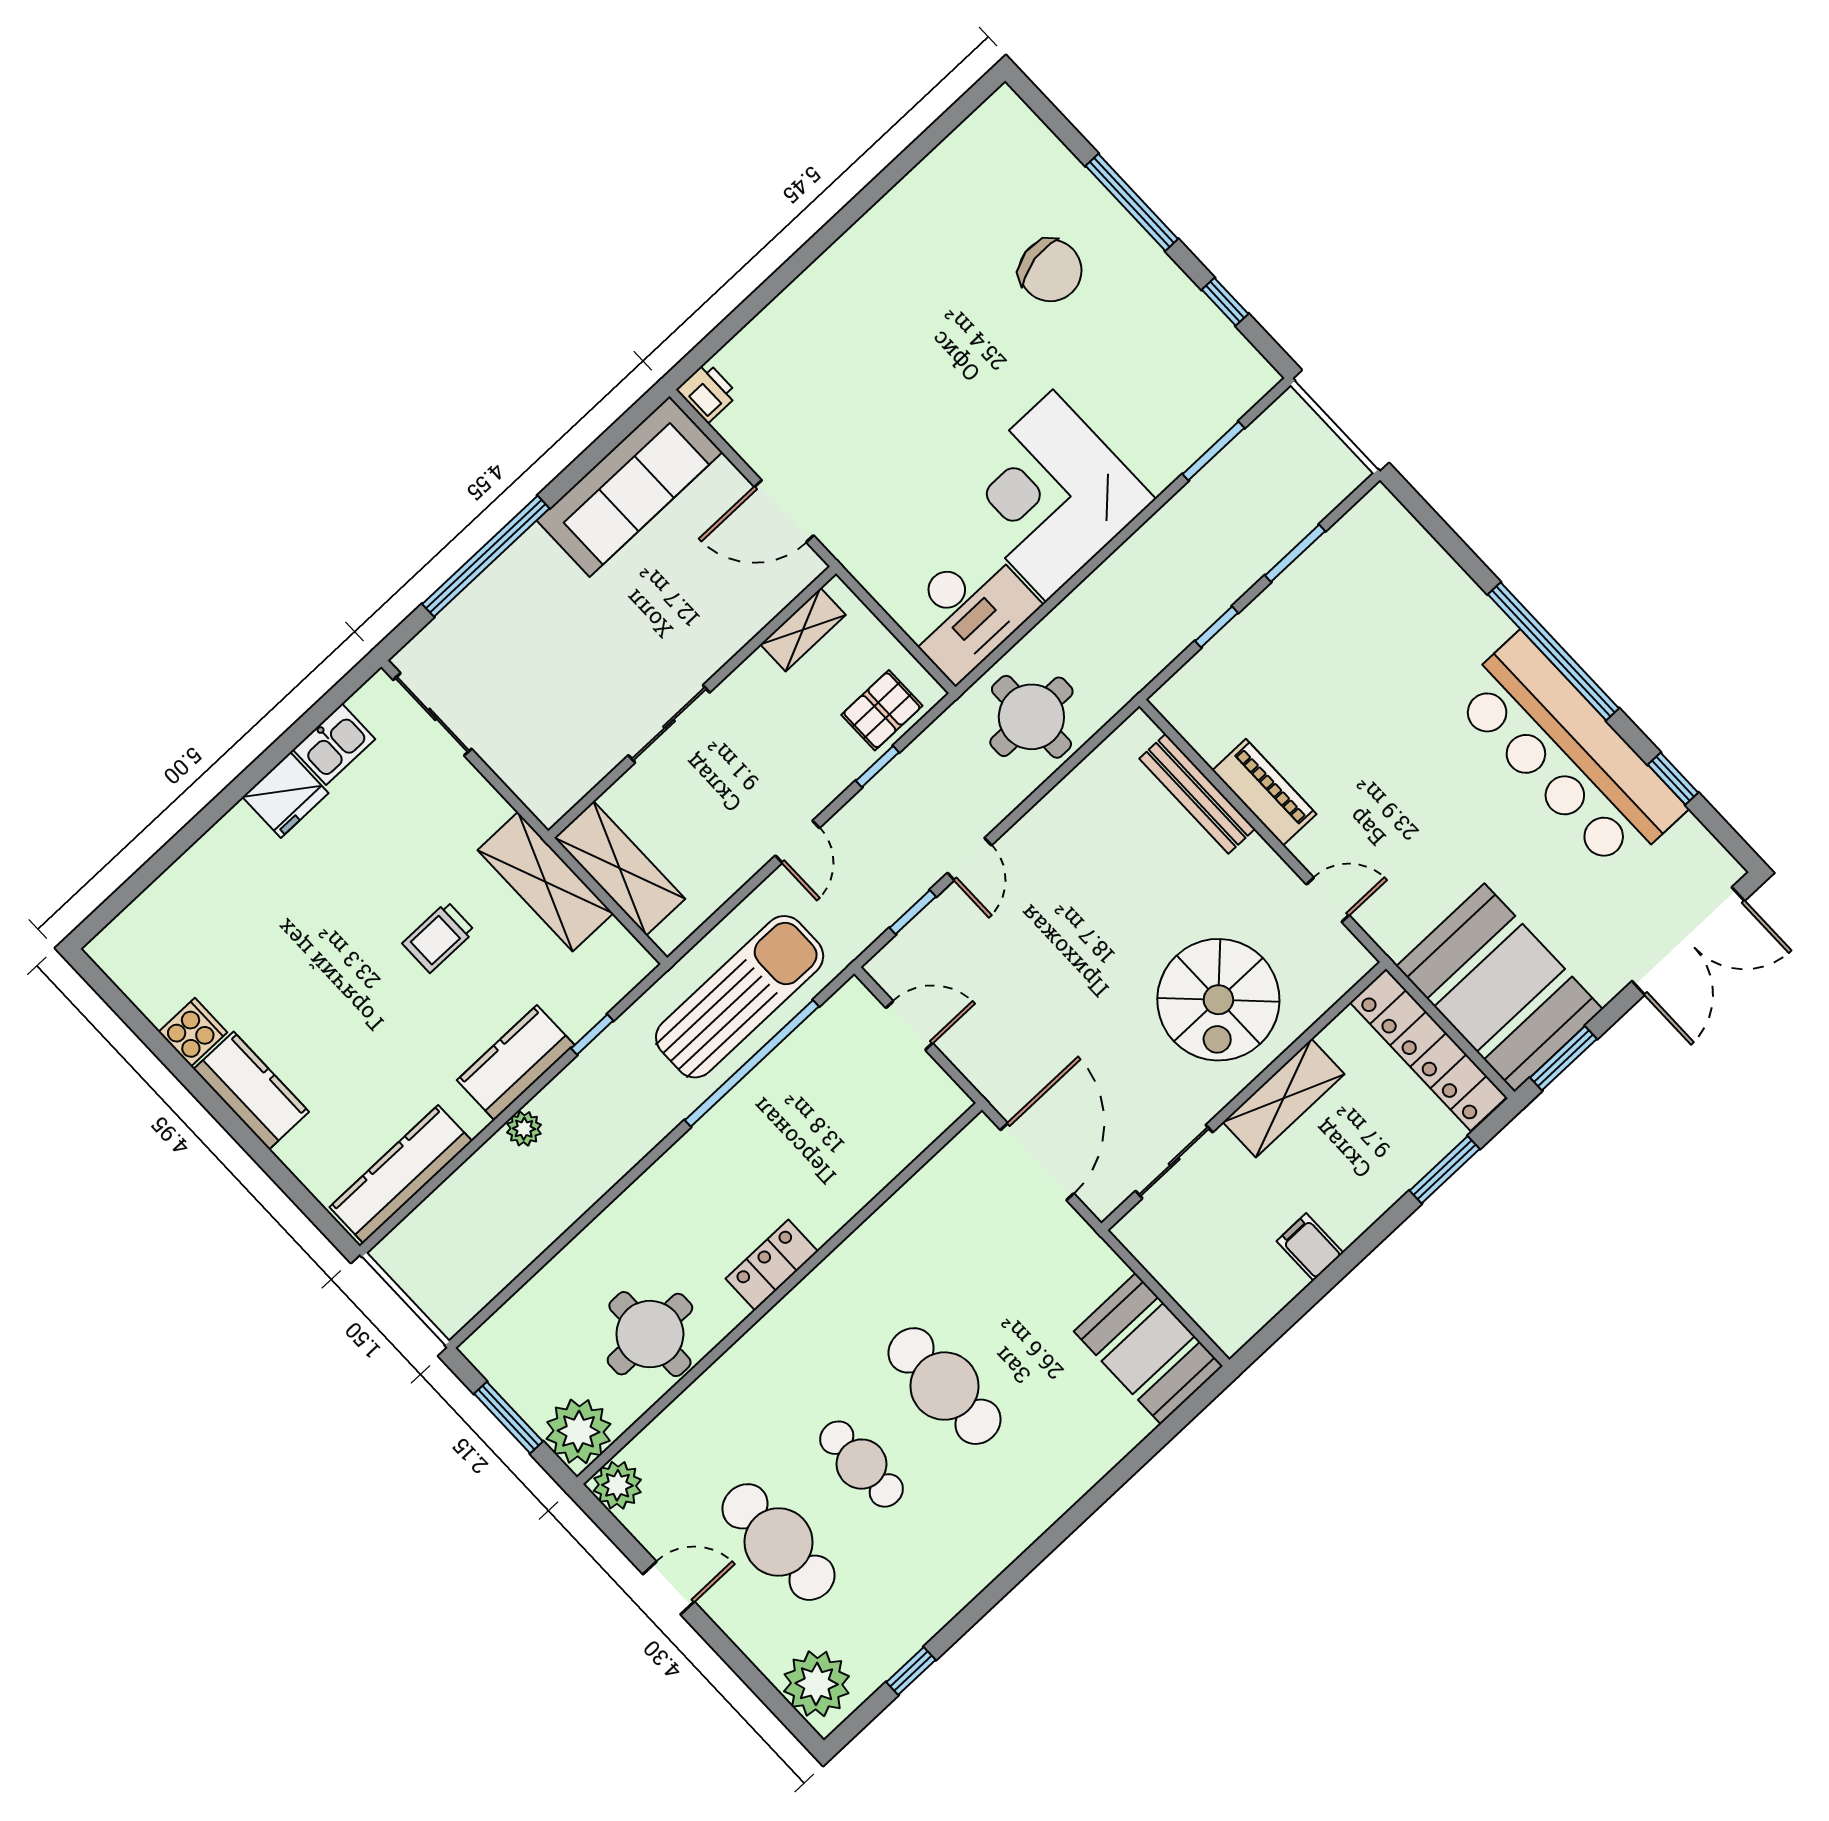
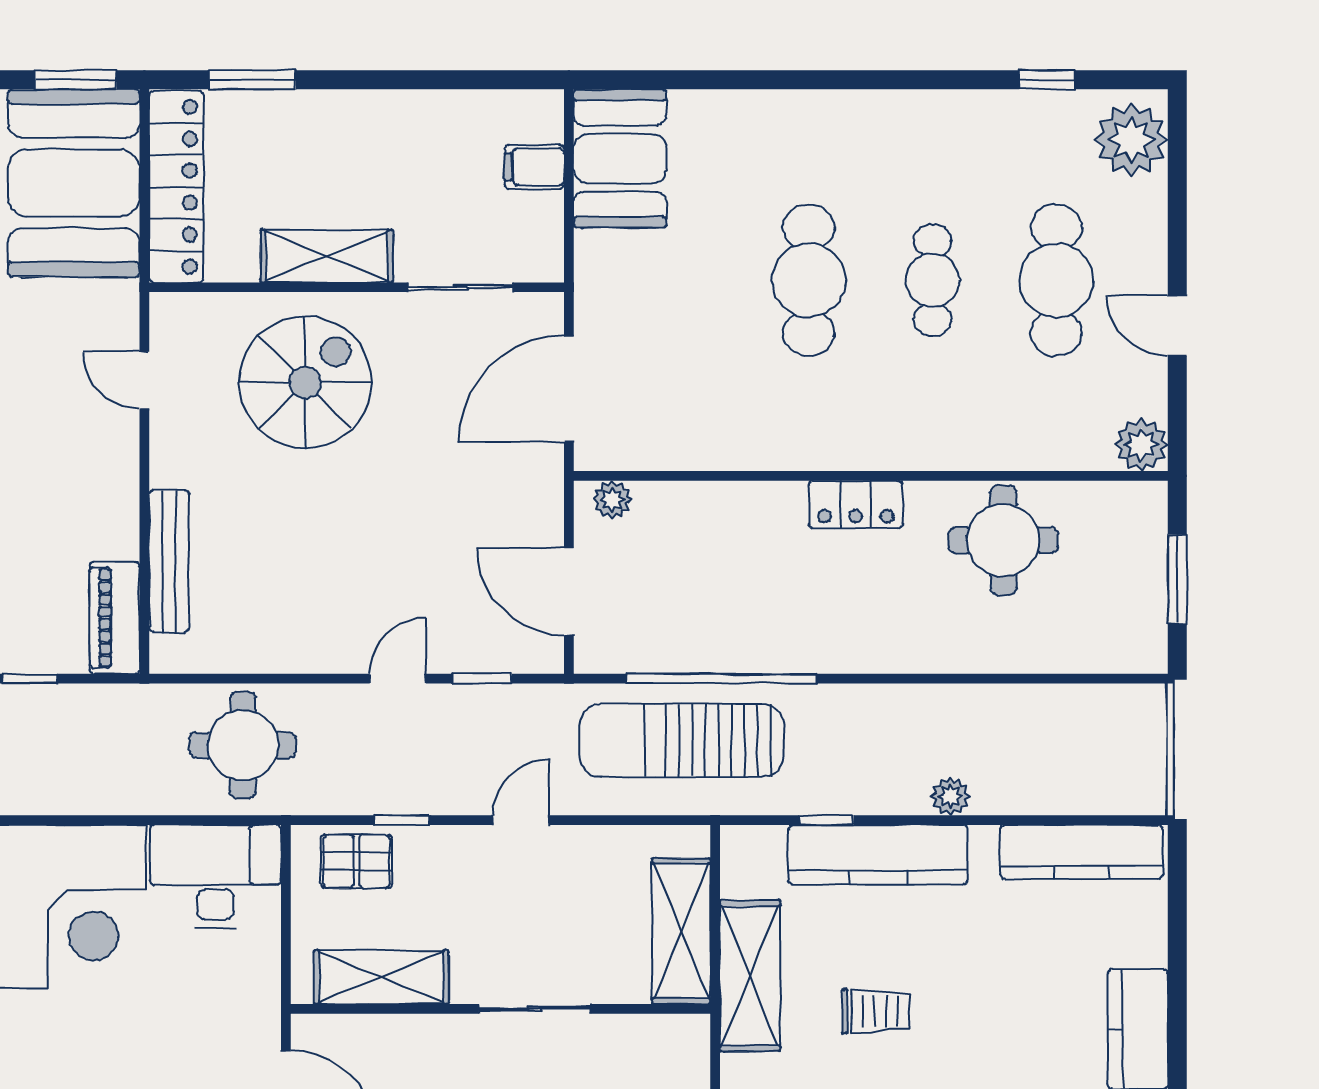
shelving: (803, 630) -> (381, 977), width x1.50, depth x1.33
piano: (1264, 792) -> (115, 618), moved
door: (909, 1025) -> (569, 592), width x1.38
kitchen counter: (516, 1063) -> (878, 855), width x1.50
filing cabinet: (1310, 1247) -> (535, 167), moved, turned 90
plant: (579, 1431) -> (612, 500), moved, width x0.53, depth x0.53

